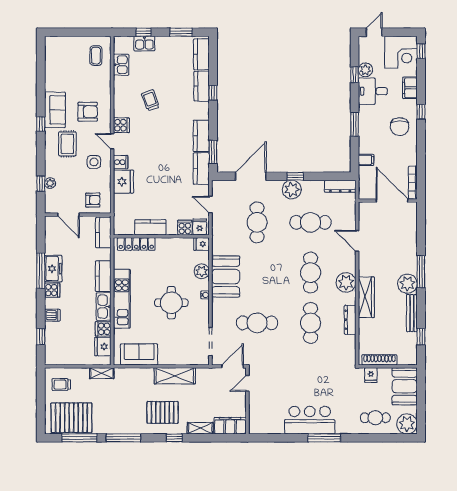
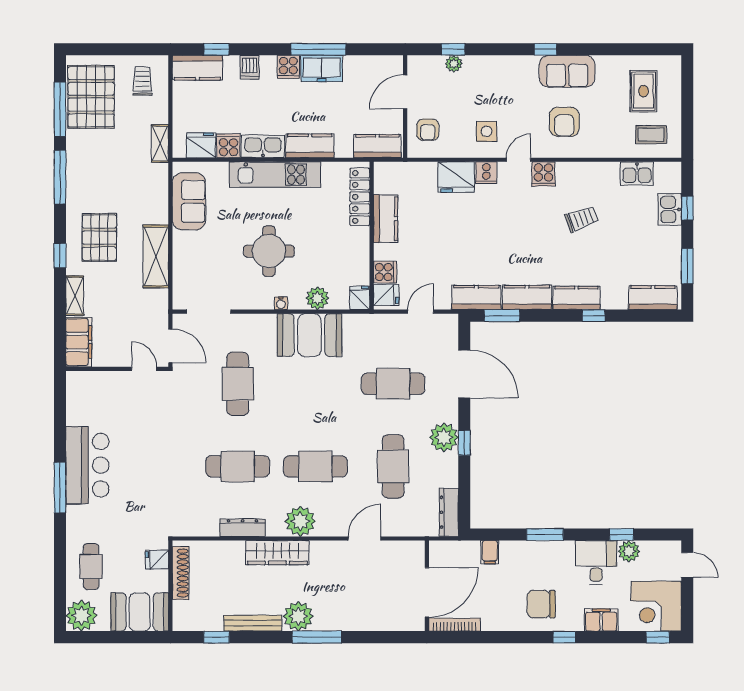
kitchen counter: (202, 86) -> (577, 298), moved
rug: (67, 144) -> (644, 91), moved, turned 90
kitchen counter: (53, 349) -> (197, 68), added

